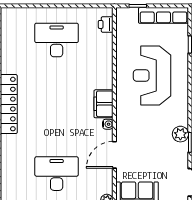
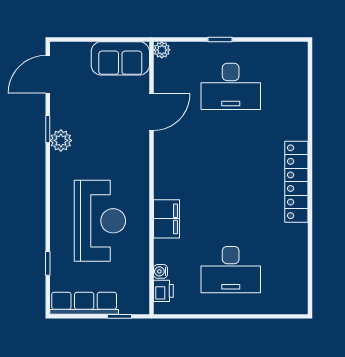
filing cabinet: (103, 104) -> (166, 219), moved
water cooler: (108, 124) -> (160, 271), moved

